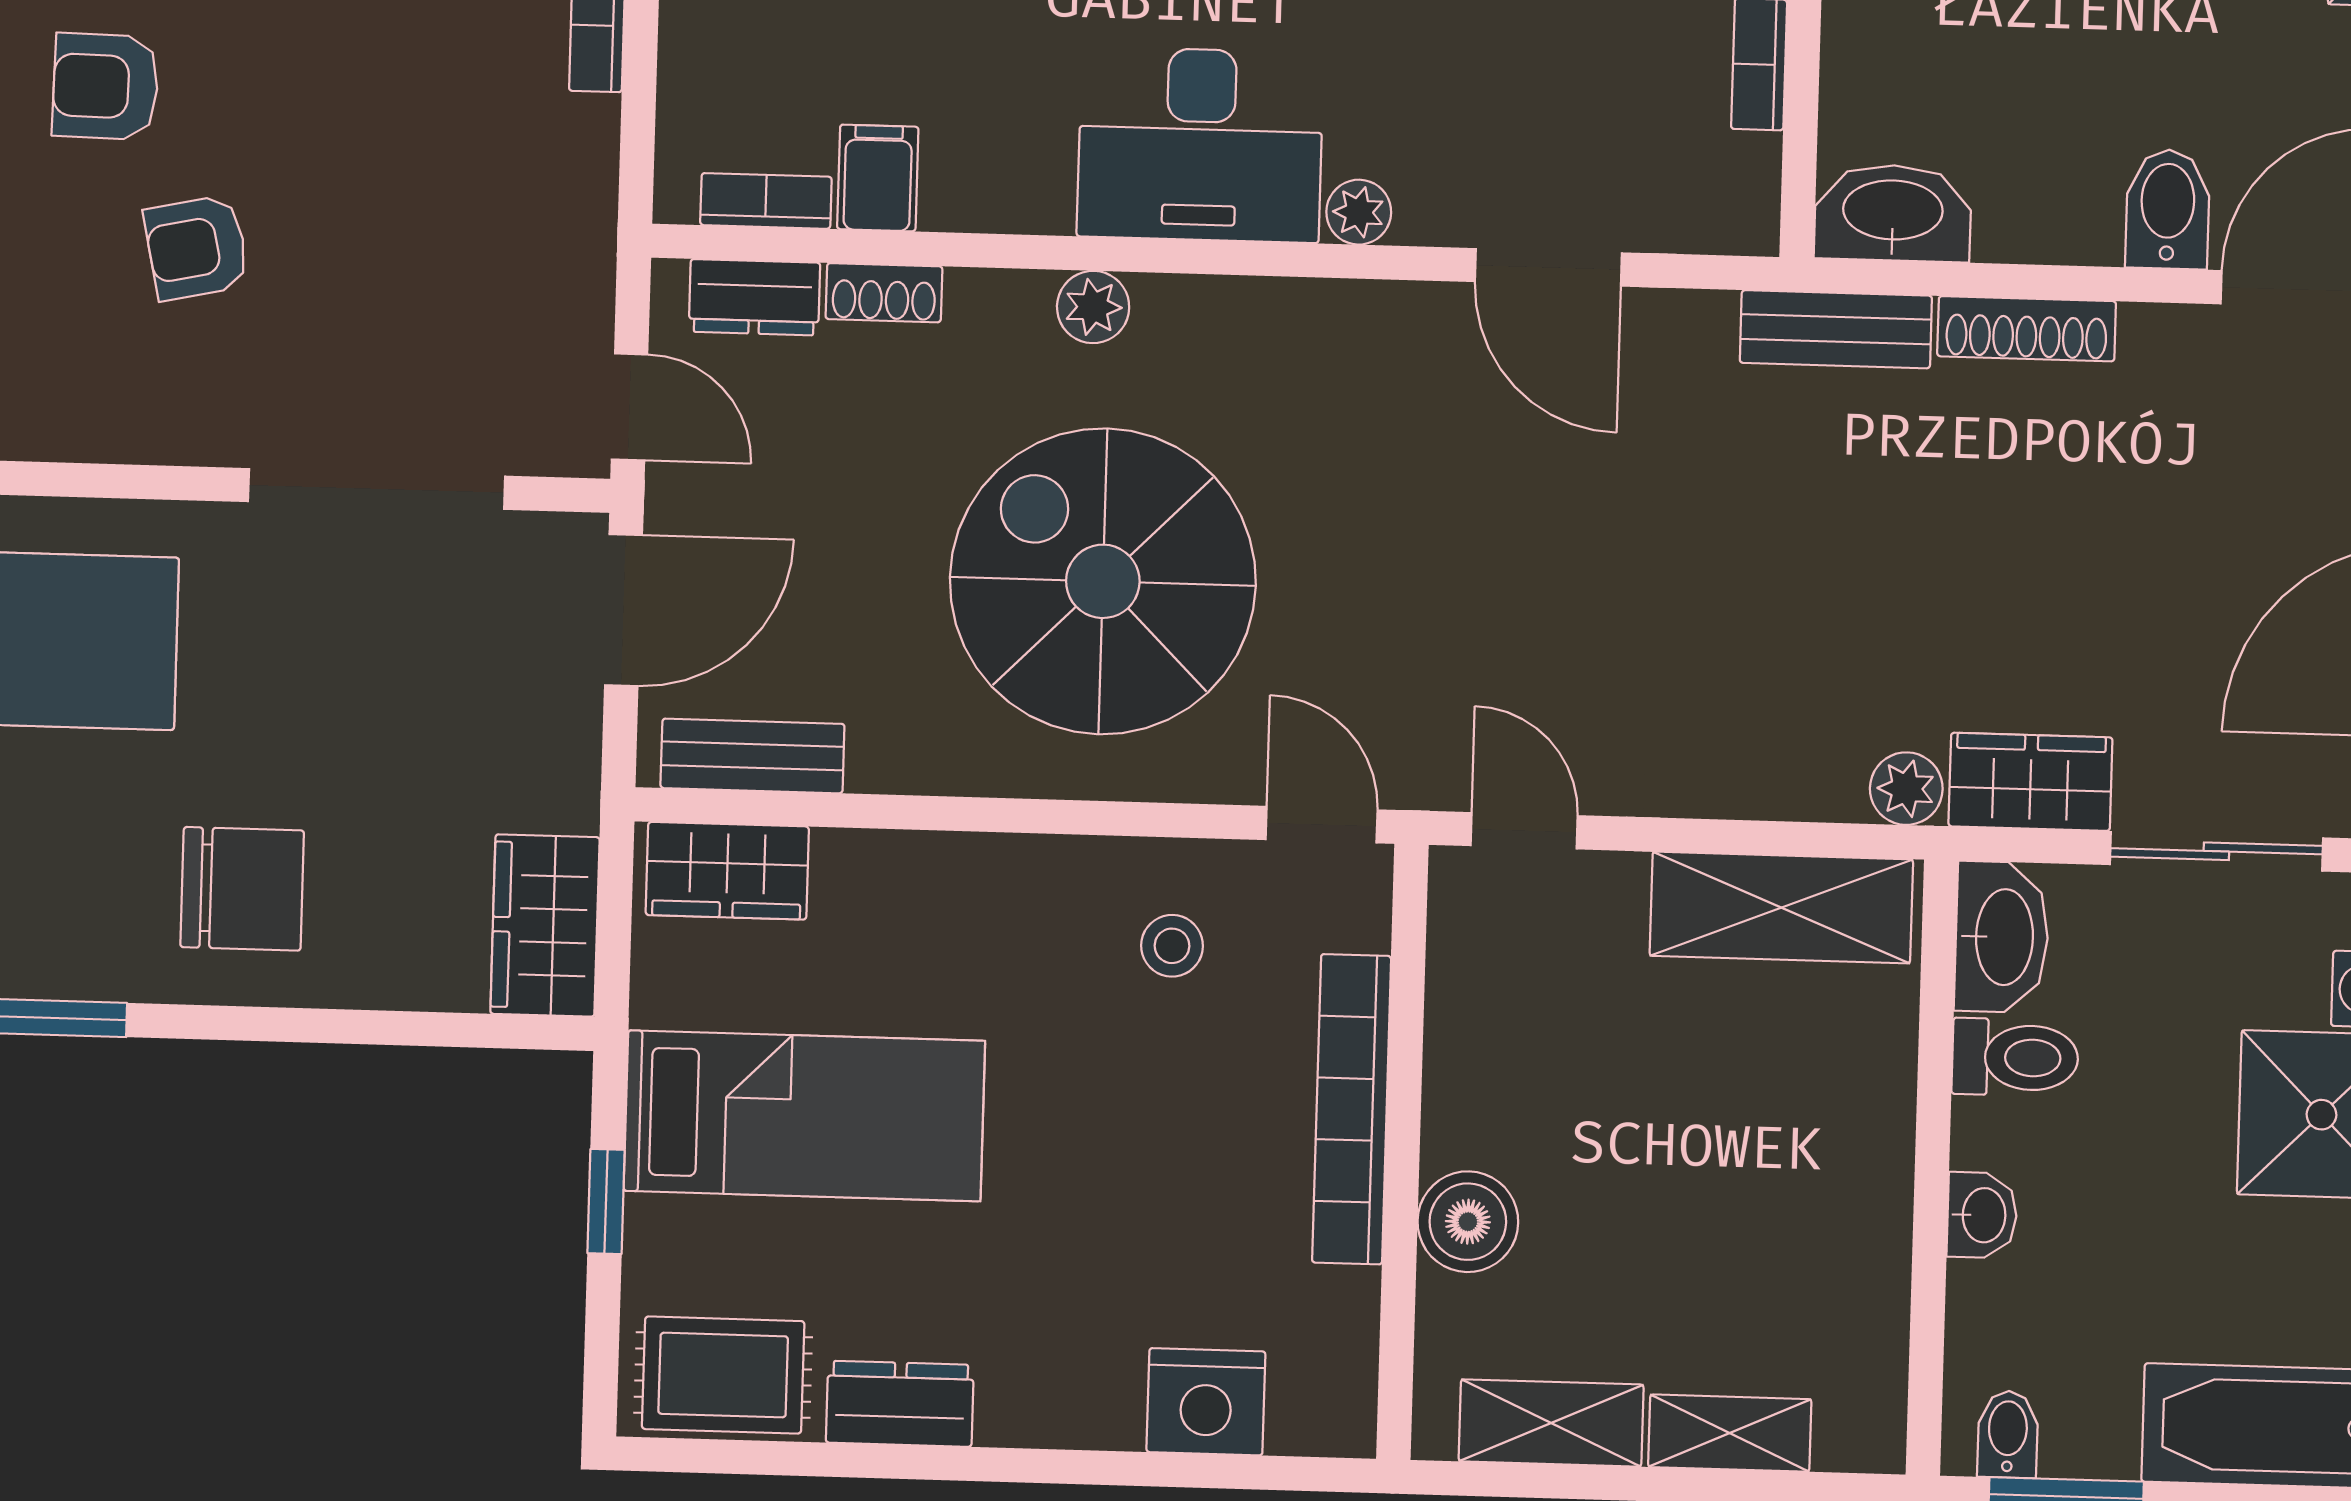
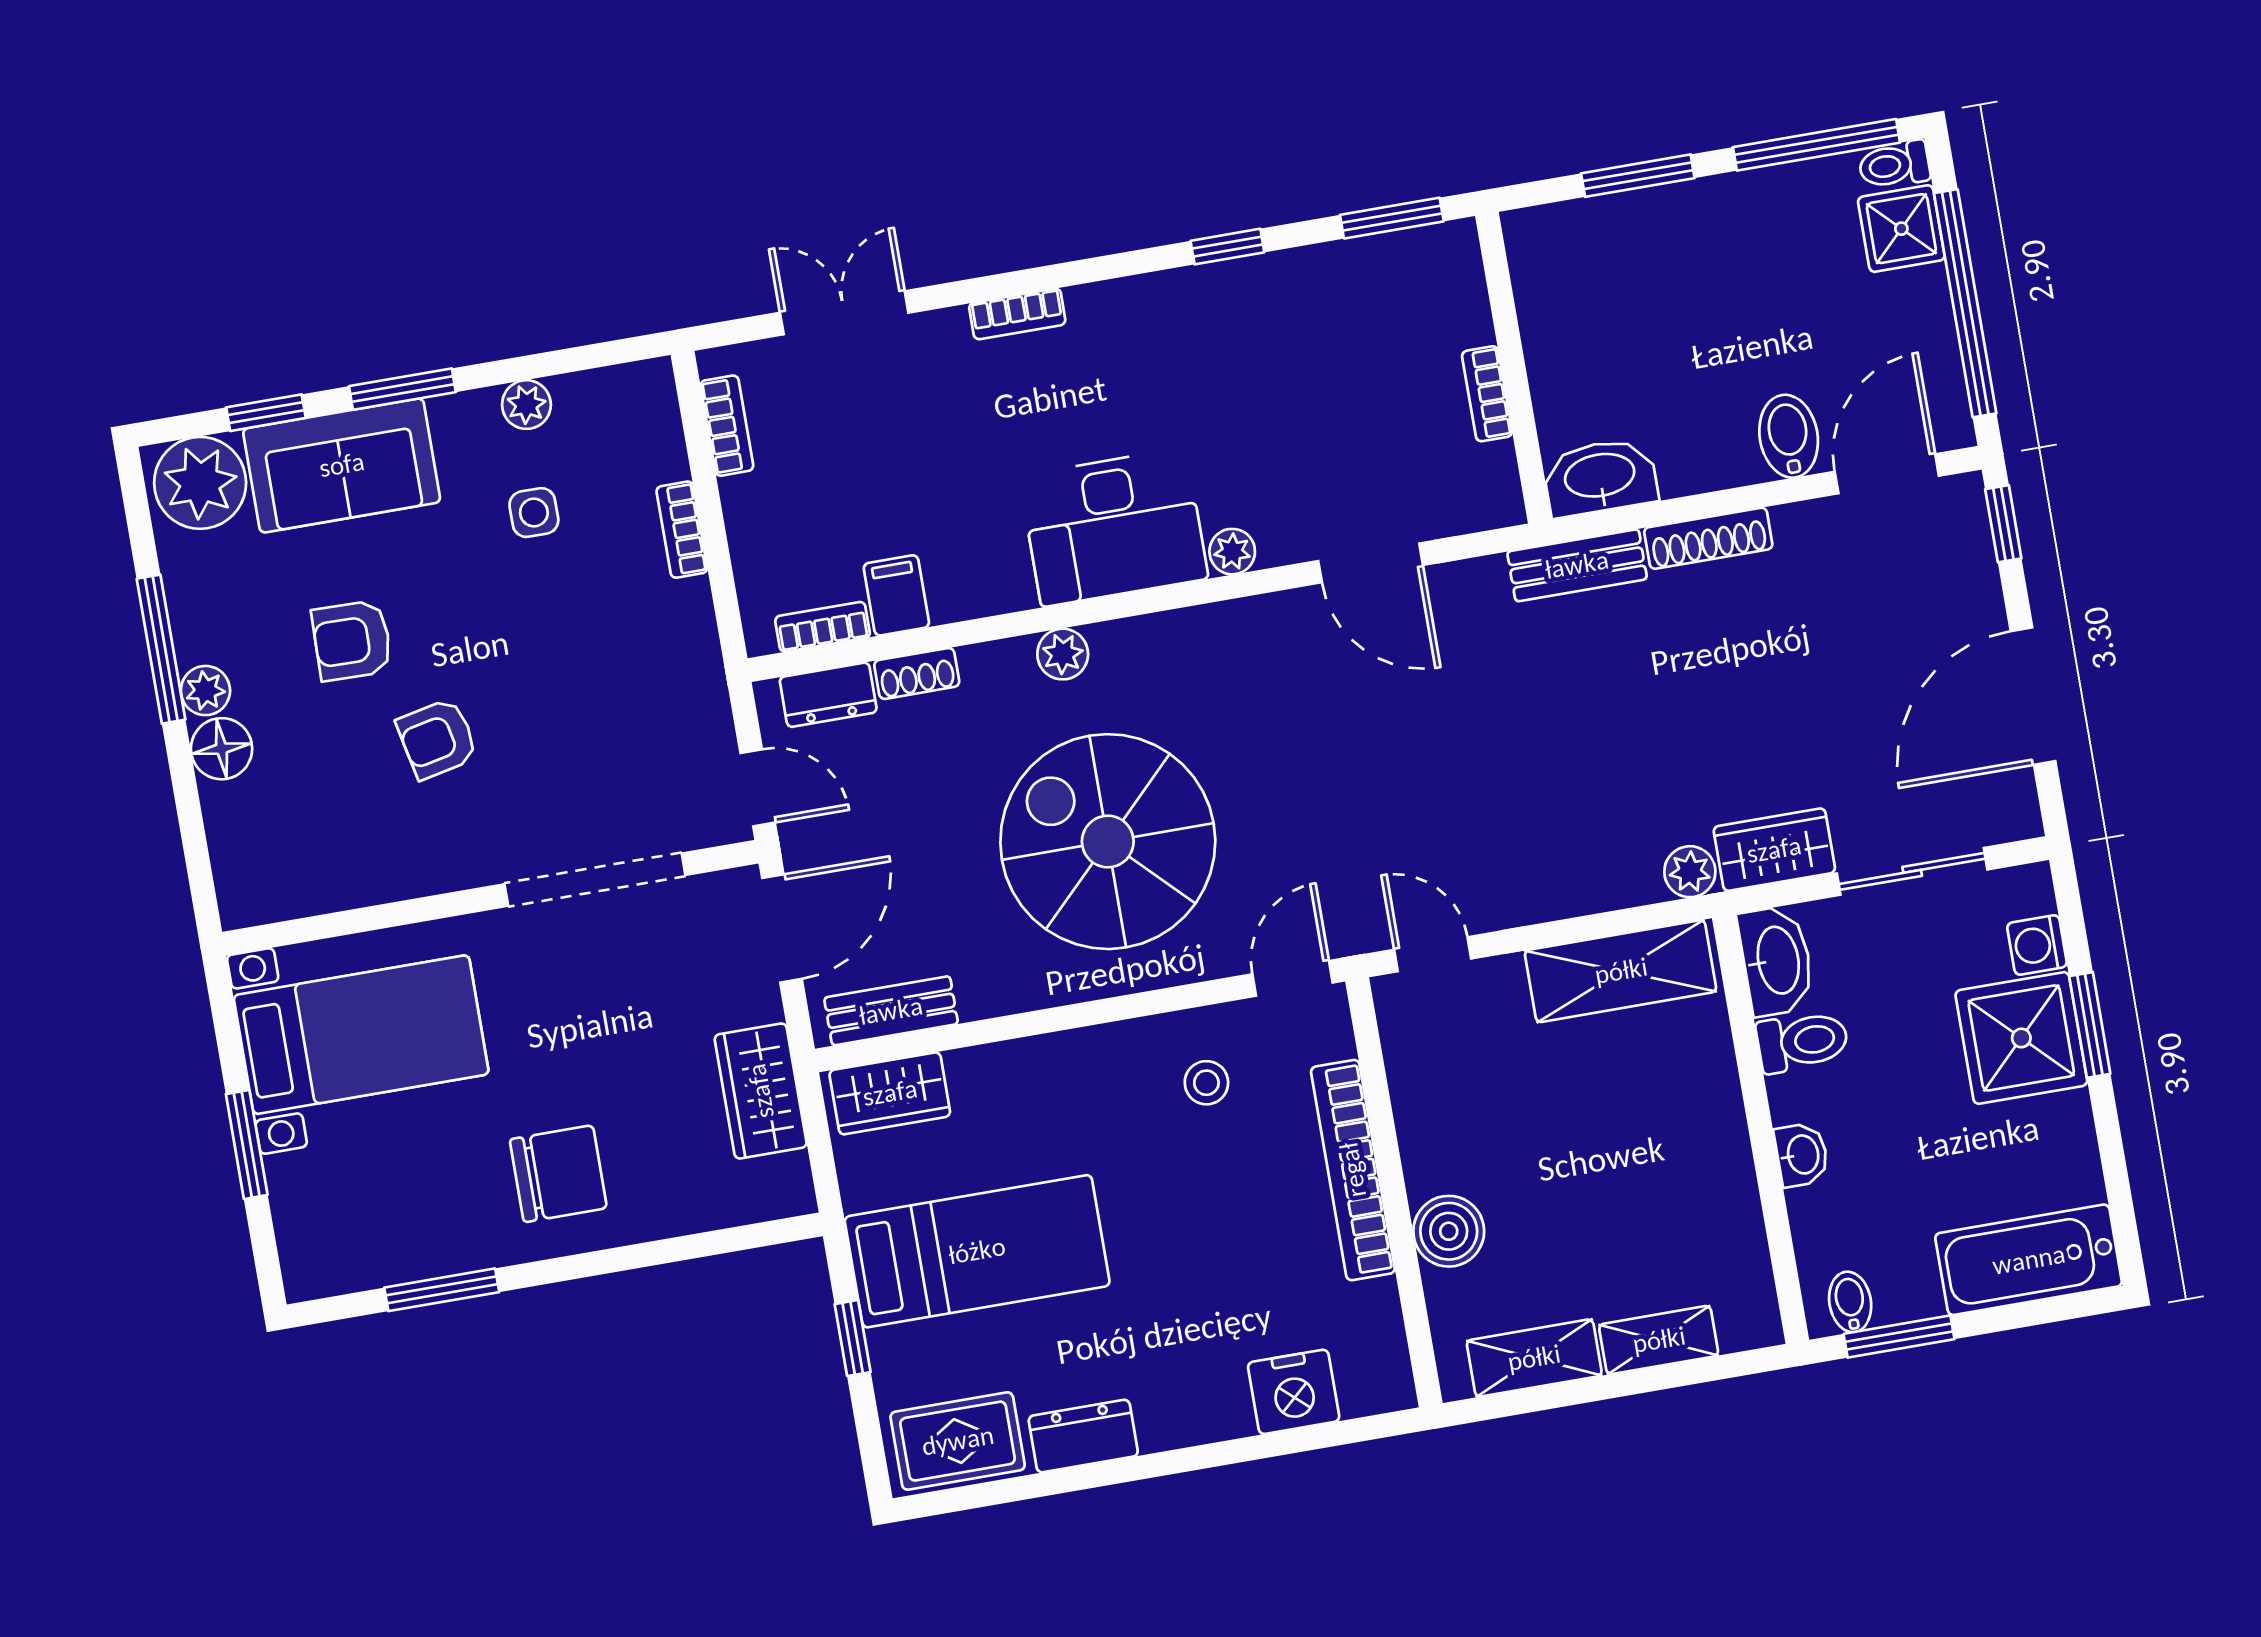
door: (1322, 825) -> (1292, 978), hinge flipped
wardrobe: (545, 925) -> (761, 1091), moved

